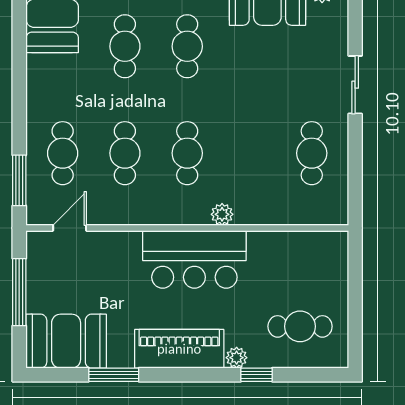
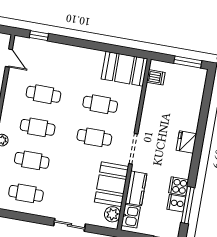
sliding door: (355, 85) -> (69, 225), moved
cafe table: (63, 153) -> (32, 160), moved
window: (19, 180) -> (39, 36), width x0.67

